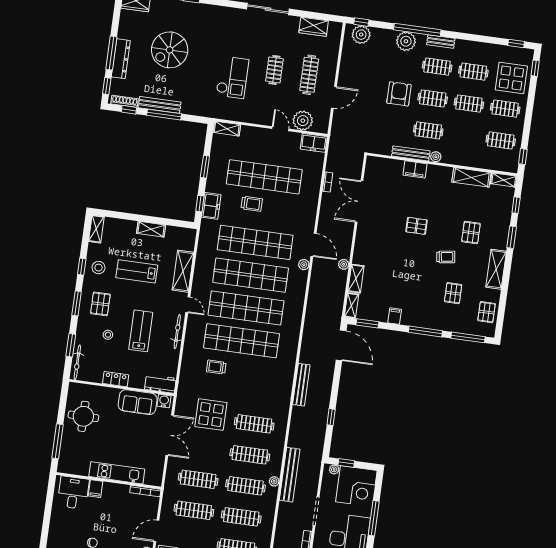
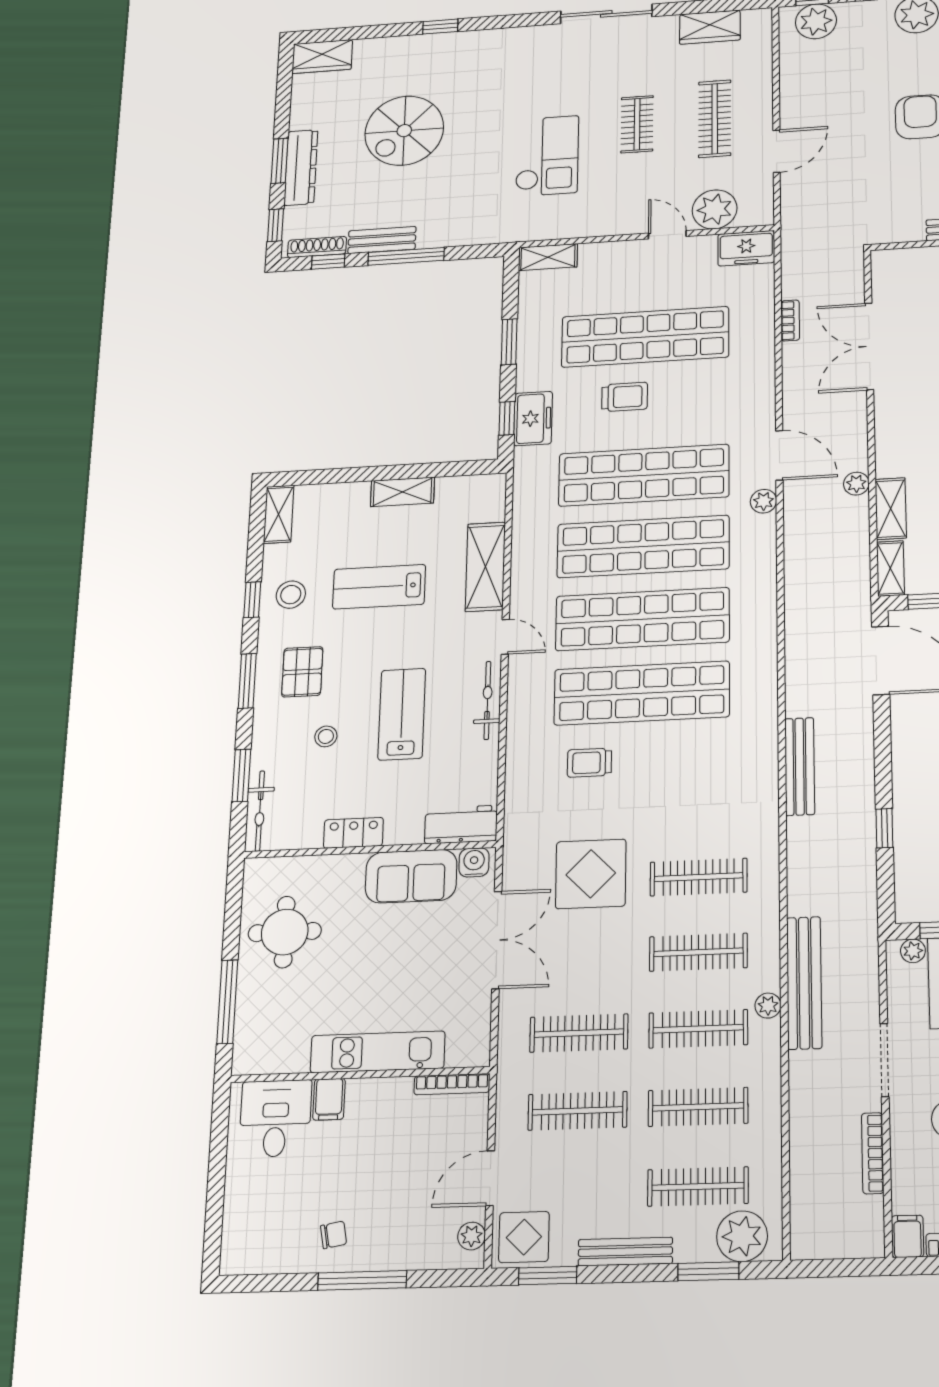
window: (111, 53) -> (279, 161), width x0.69
bench: (160, 105) -> (382, 240), width x0.73

